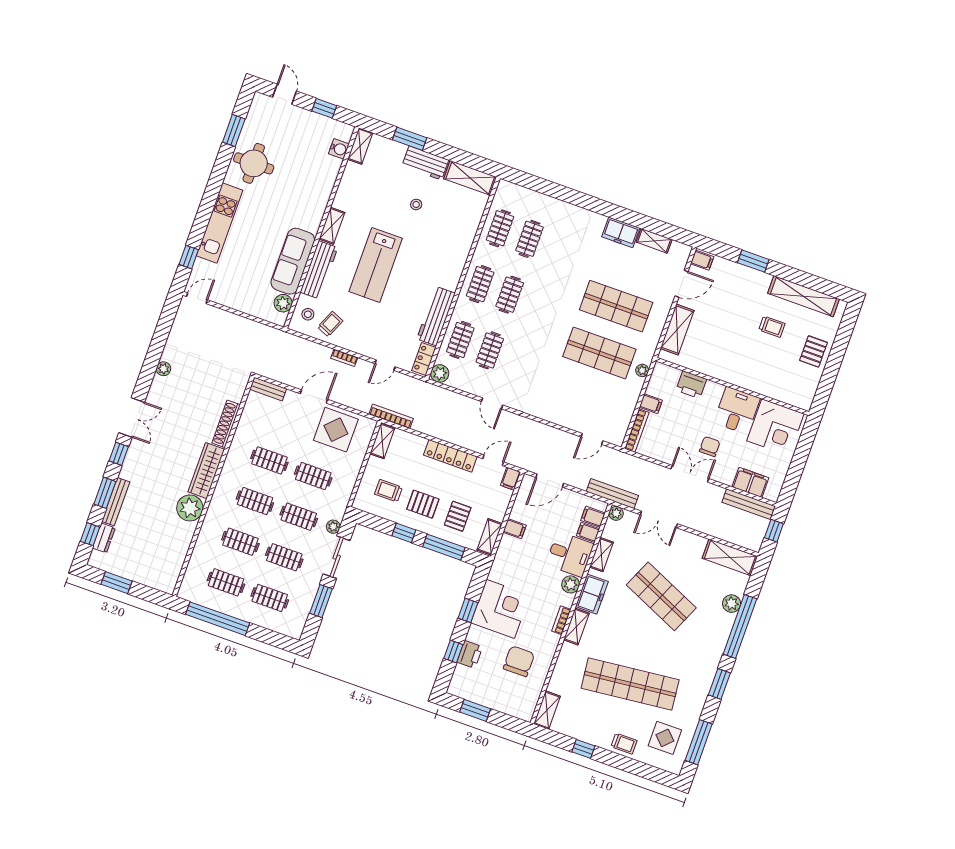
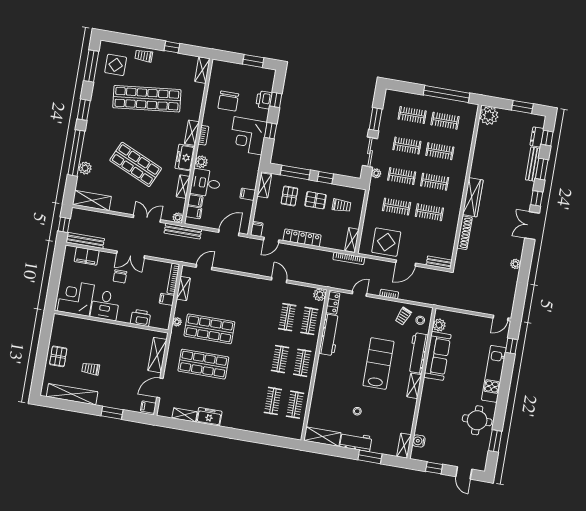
shelving: (625, 415) -> (183, 288), added
plant: (190, 508) -> (489, 116), moved

